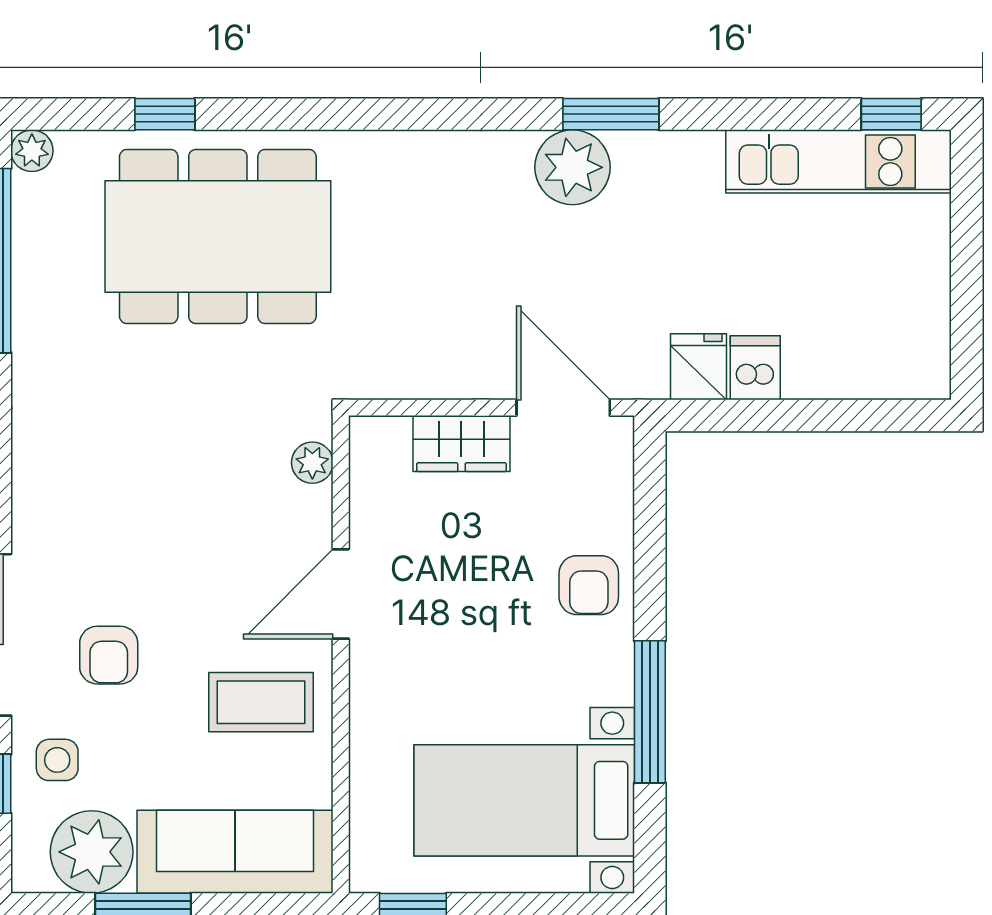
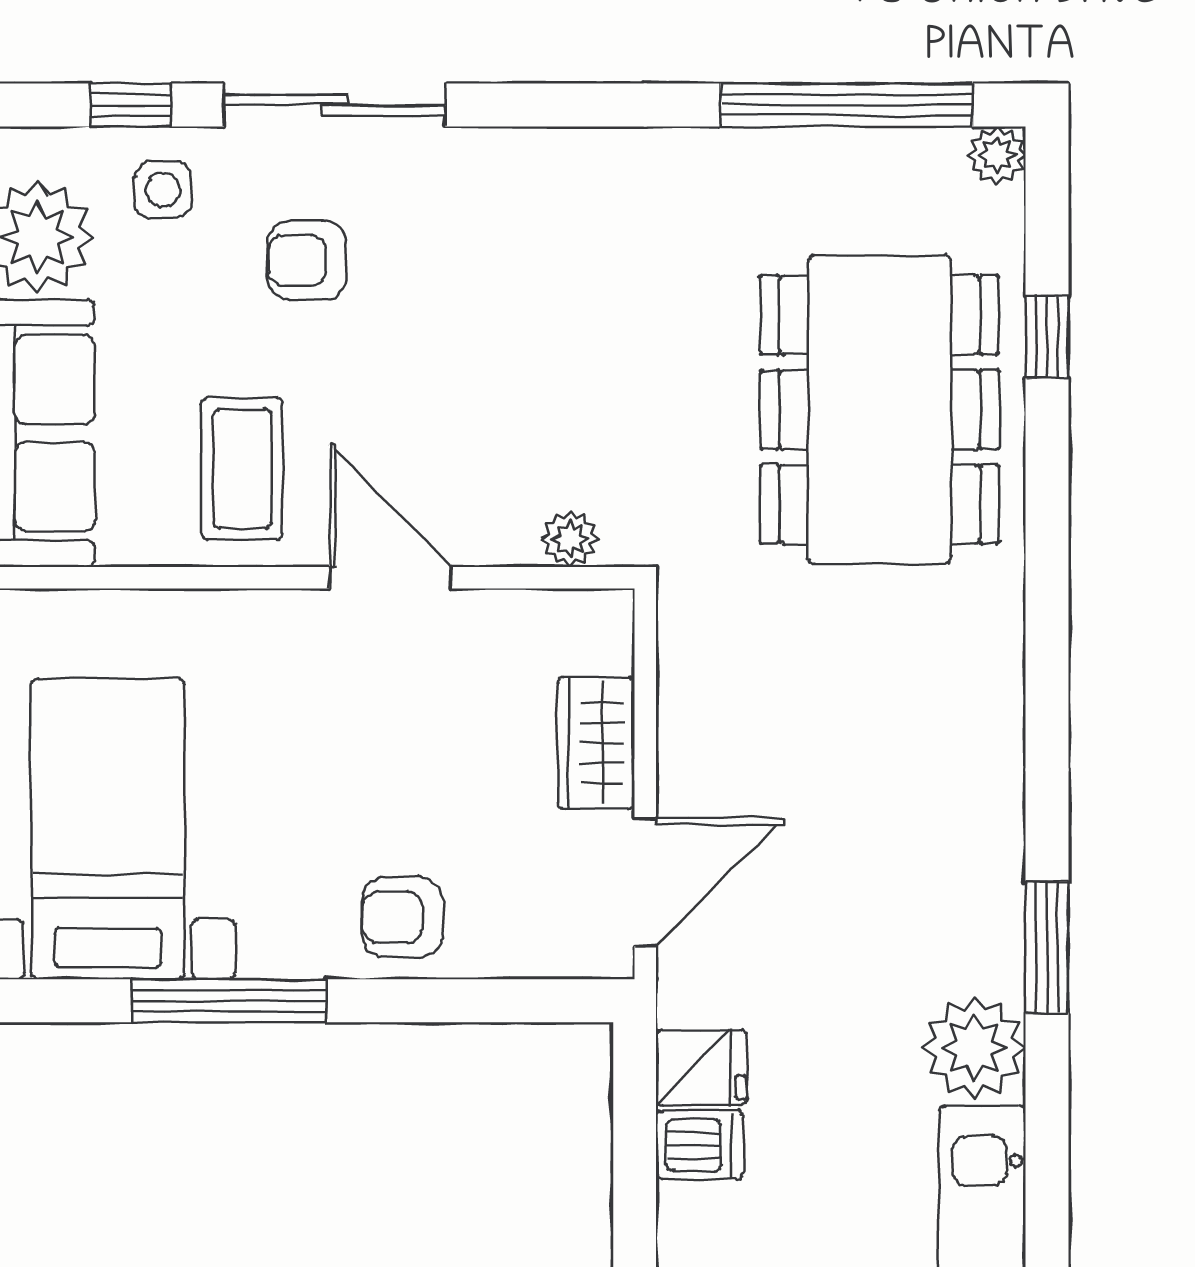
plant: (572, 167) -> (974, 1048), moved

